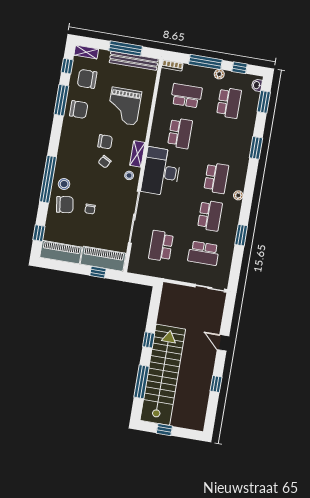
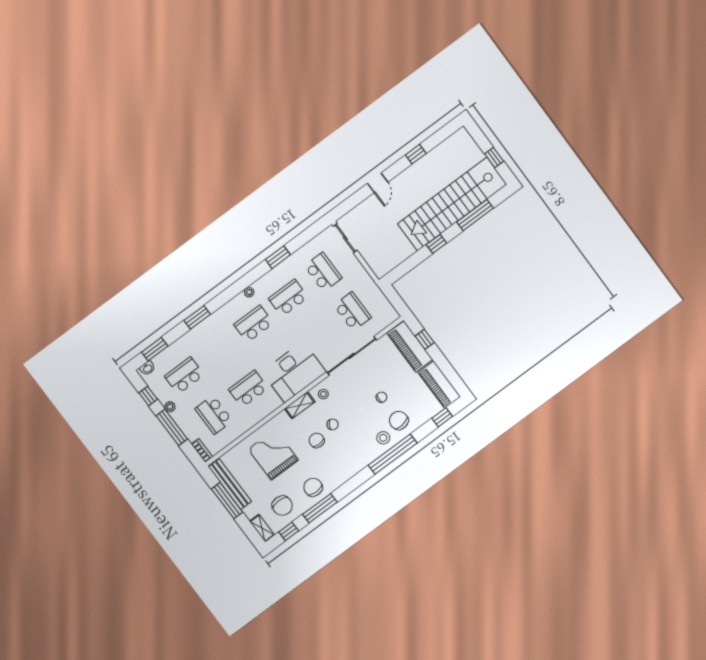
grand piano: (124, 106) -> (273, 455), turned -90
school desk: (161, 246) -> (352, 311), turned -90

